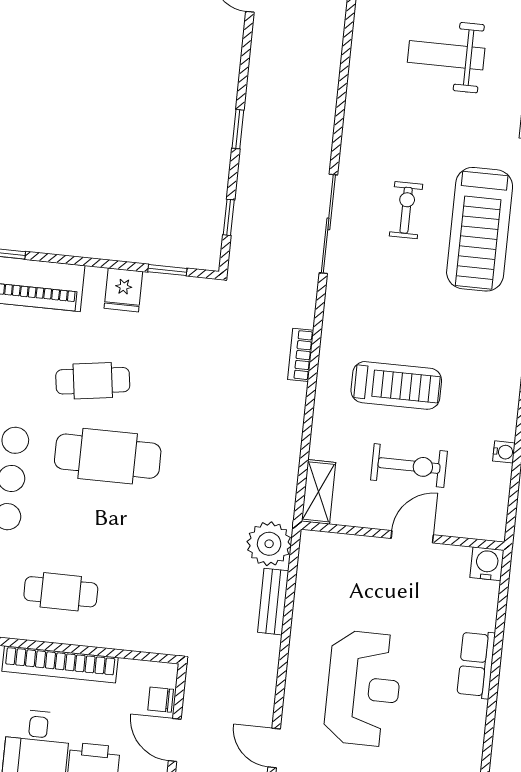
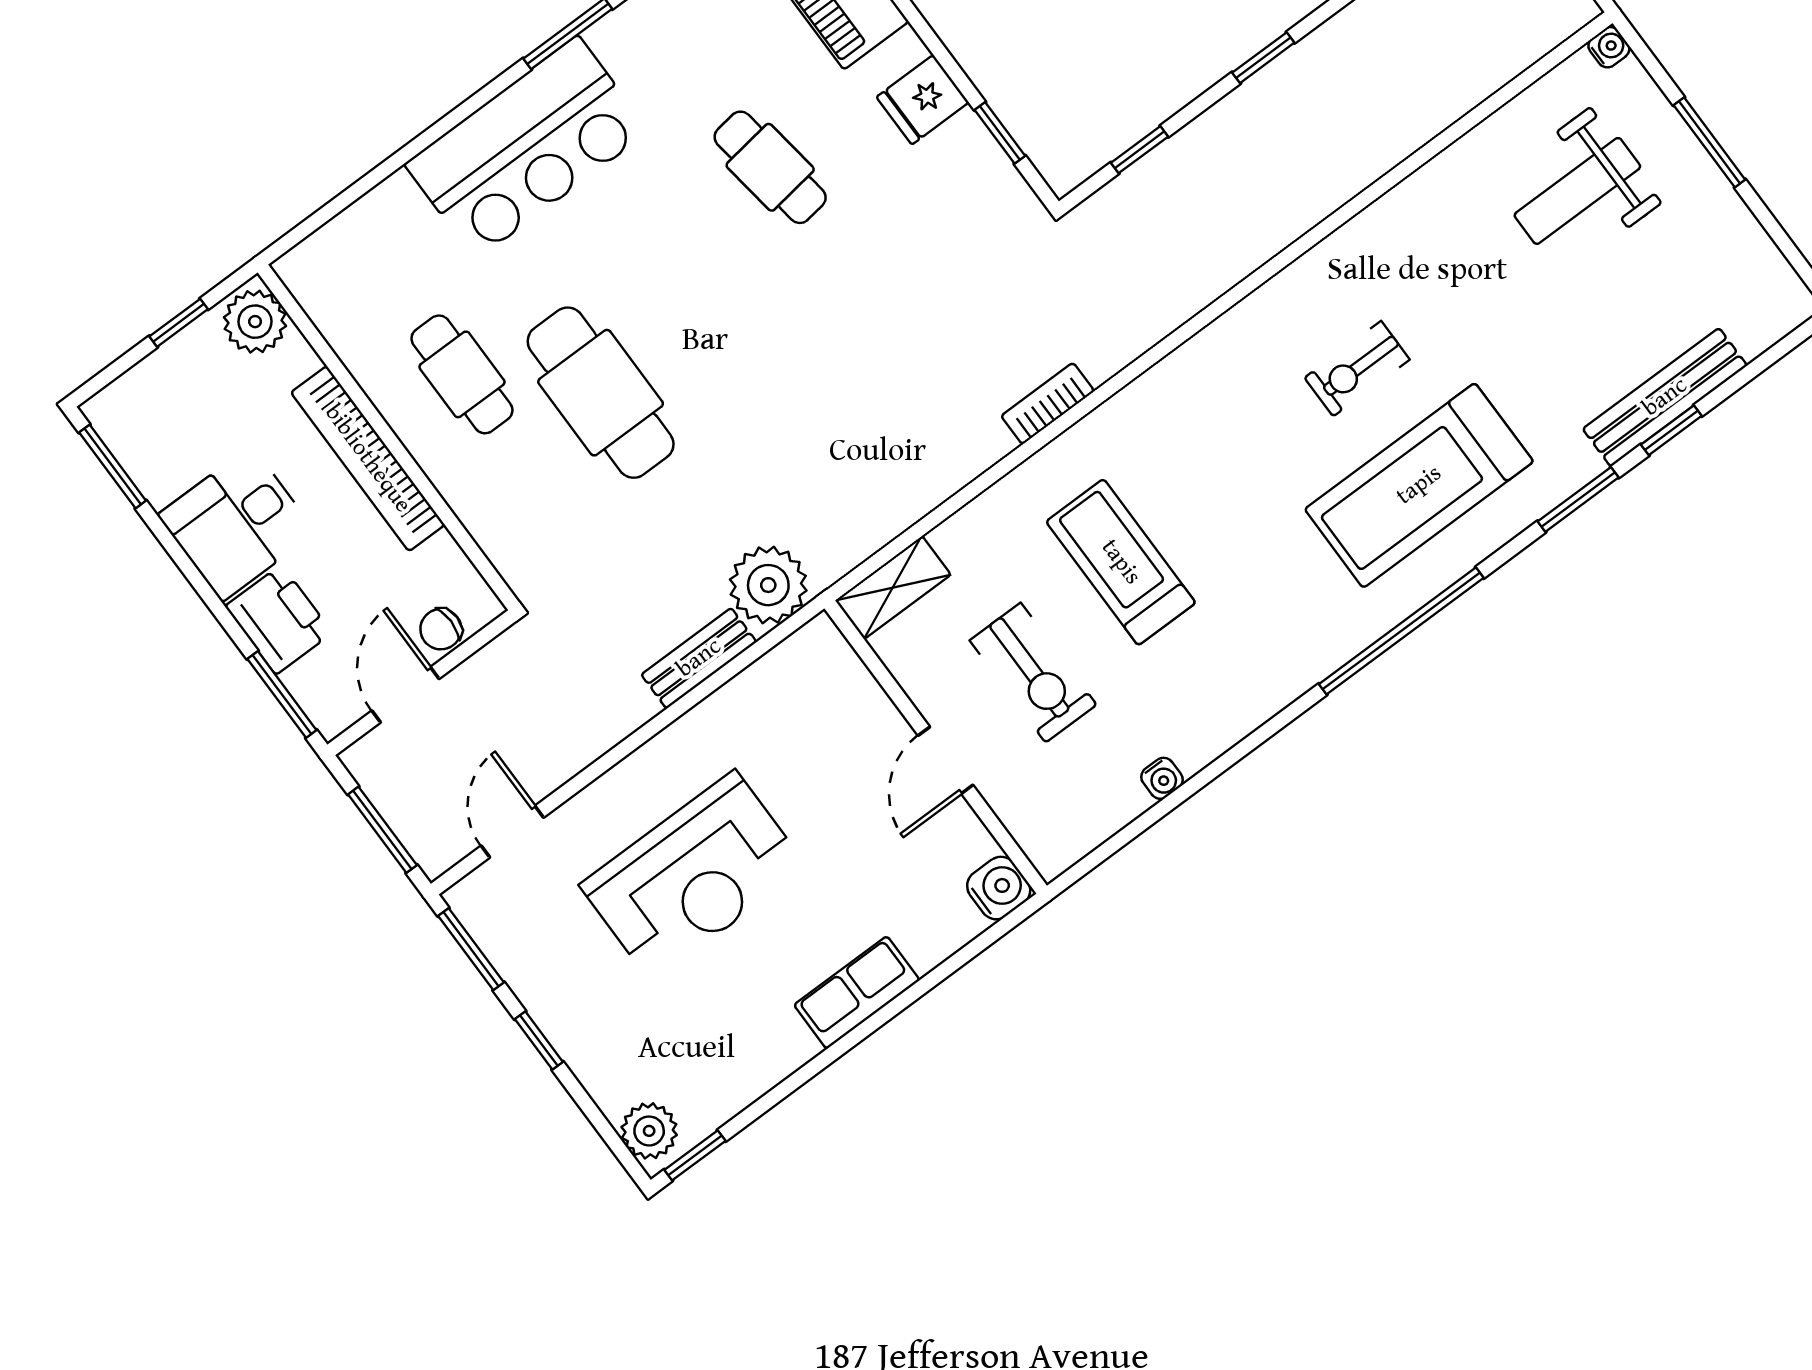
weight bench: (446, 55) -> (1577, 191), moved, turned -90
exercise bike: (406, 210) -> (1357, 369), turned 180
sliding door: (328, 224) -> (1248, 285), removed
treadmill: (396, 385) -> (1121, 562), turned 180
cafe table: (108, 456) -> (601, 393), moved
door: (412, 537) -> (946, 760), swing flipped
chair: (161, 700) -> (441, 629), turned -90

